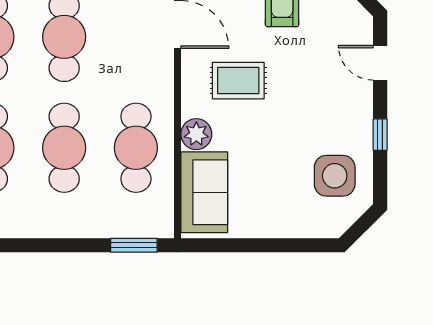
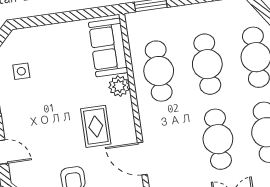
rug: (238, 81) -> (96, 126), turned 90
side table: (335, 176) -> (21, 71), width x0.54, depth x0.54

